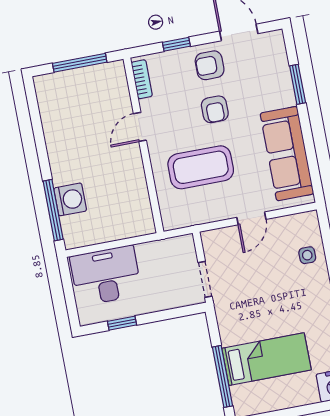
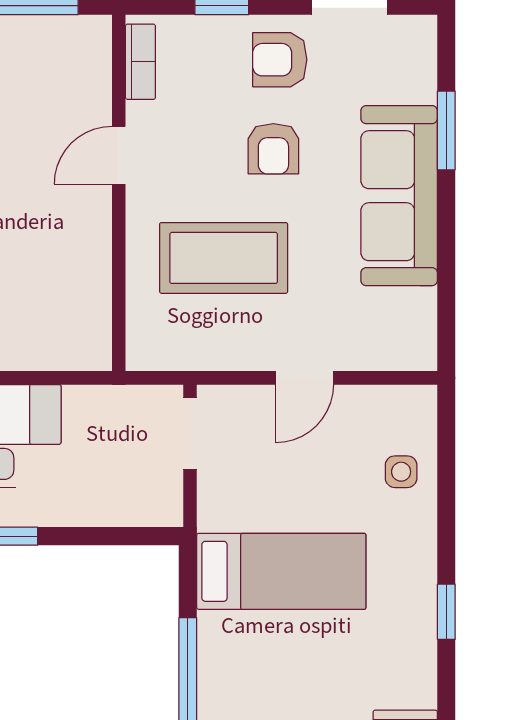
sofa: (287, 154) -> (399, 196), moved
doorway: (205, 279) -> (190, 434), moved
bed: (266, 359) -> (281, 571), moved

